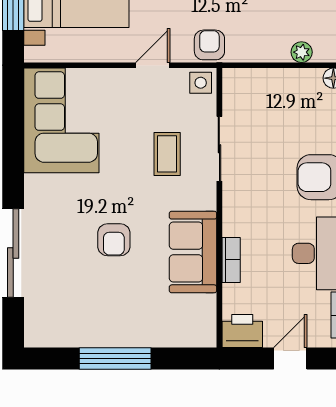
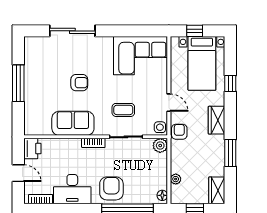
armchair: (209, 45) -> (179, 132), turned -90
plant: (236, 82) -> (160, 146), added
armchair: (114, 240) -> (79, 83), turned 180
bookcase: (231, 260) -> (93, 143), moved

